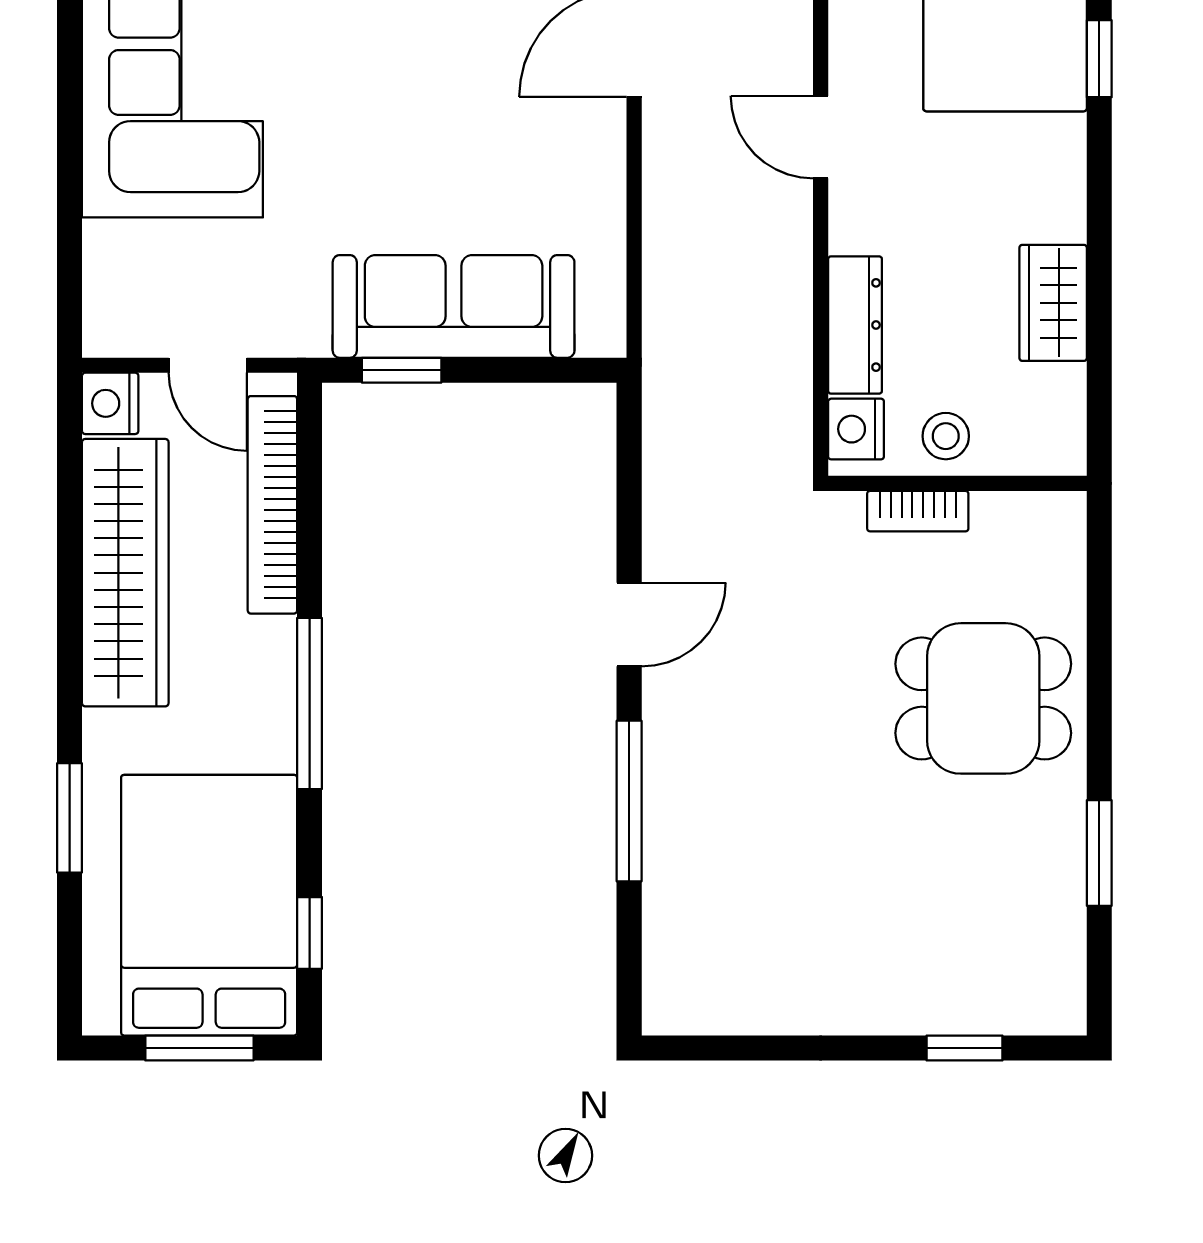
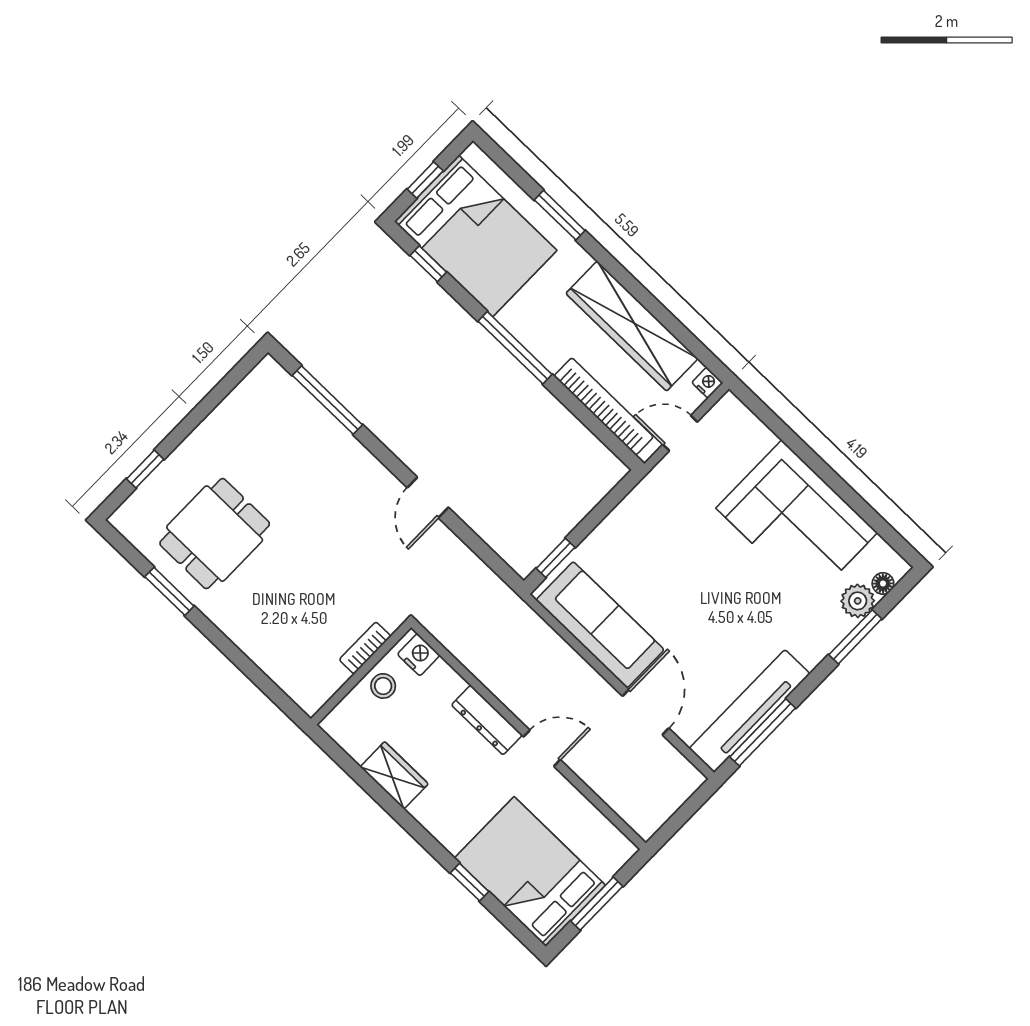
sofa: (454, 306) -> (600, 625), moved, turned -90
dresser: (855, 325) -> (487, 720), moved
window: (402, 370) -> (556, 558), moved
nightstand: (110, 403) -> (707, 383), width x0.72, depth x0.74
dining table: (983, 698) -> (215, 534), moved
window: (629, 801) -> (327, 400), moved
window: (199, 1048) -> (425, 180), width x0.67

